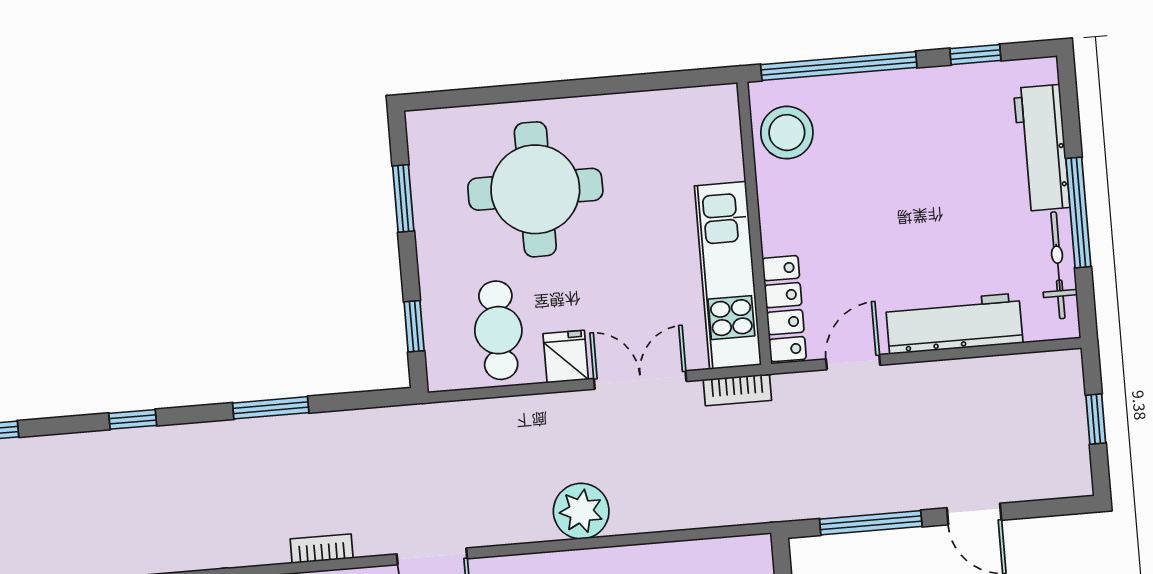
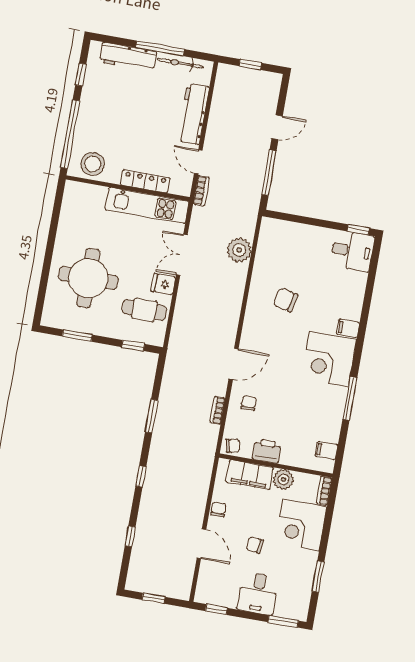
locker: (784, 309) -> (145, 181), moved
bookcase: (737, 390) -> (201, 191), moved
plant: (581, 511) -> (239, 250), moved

